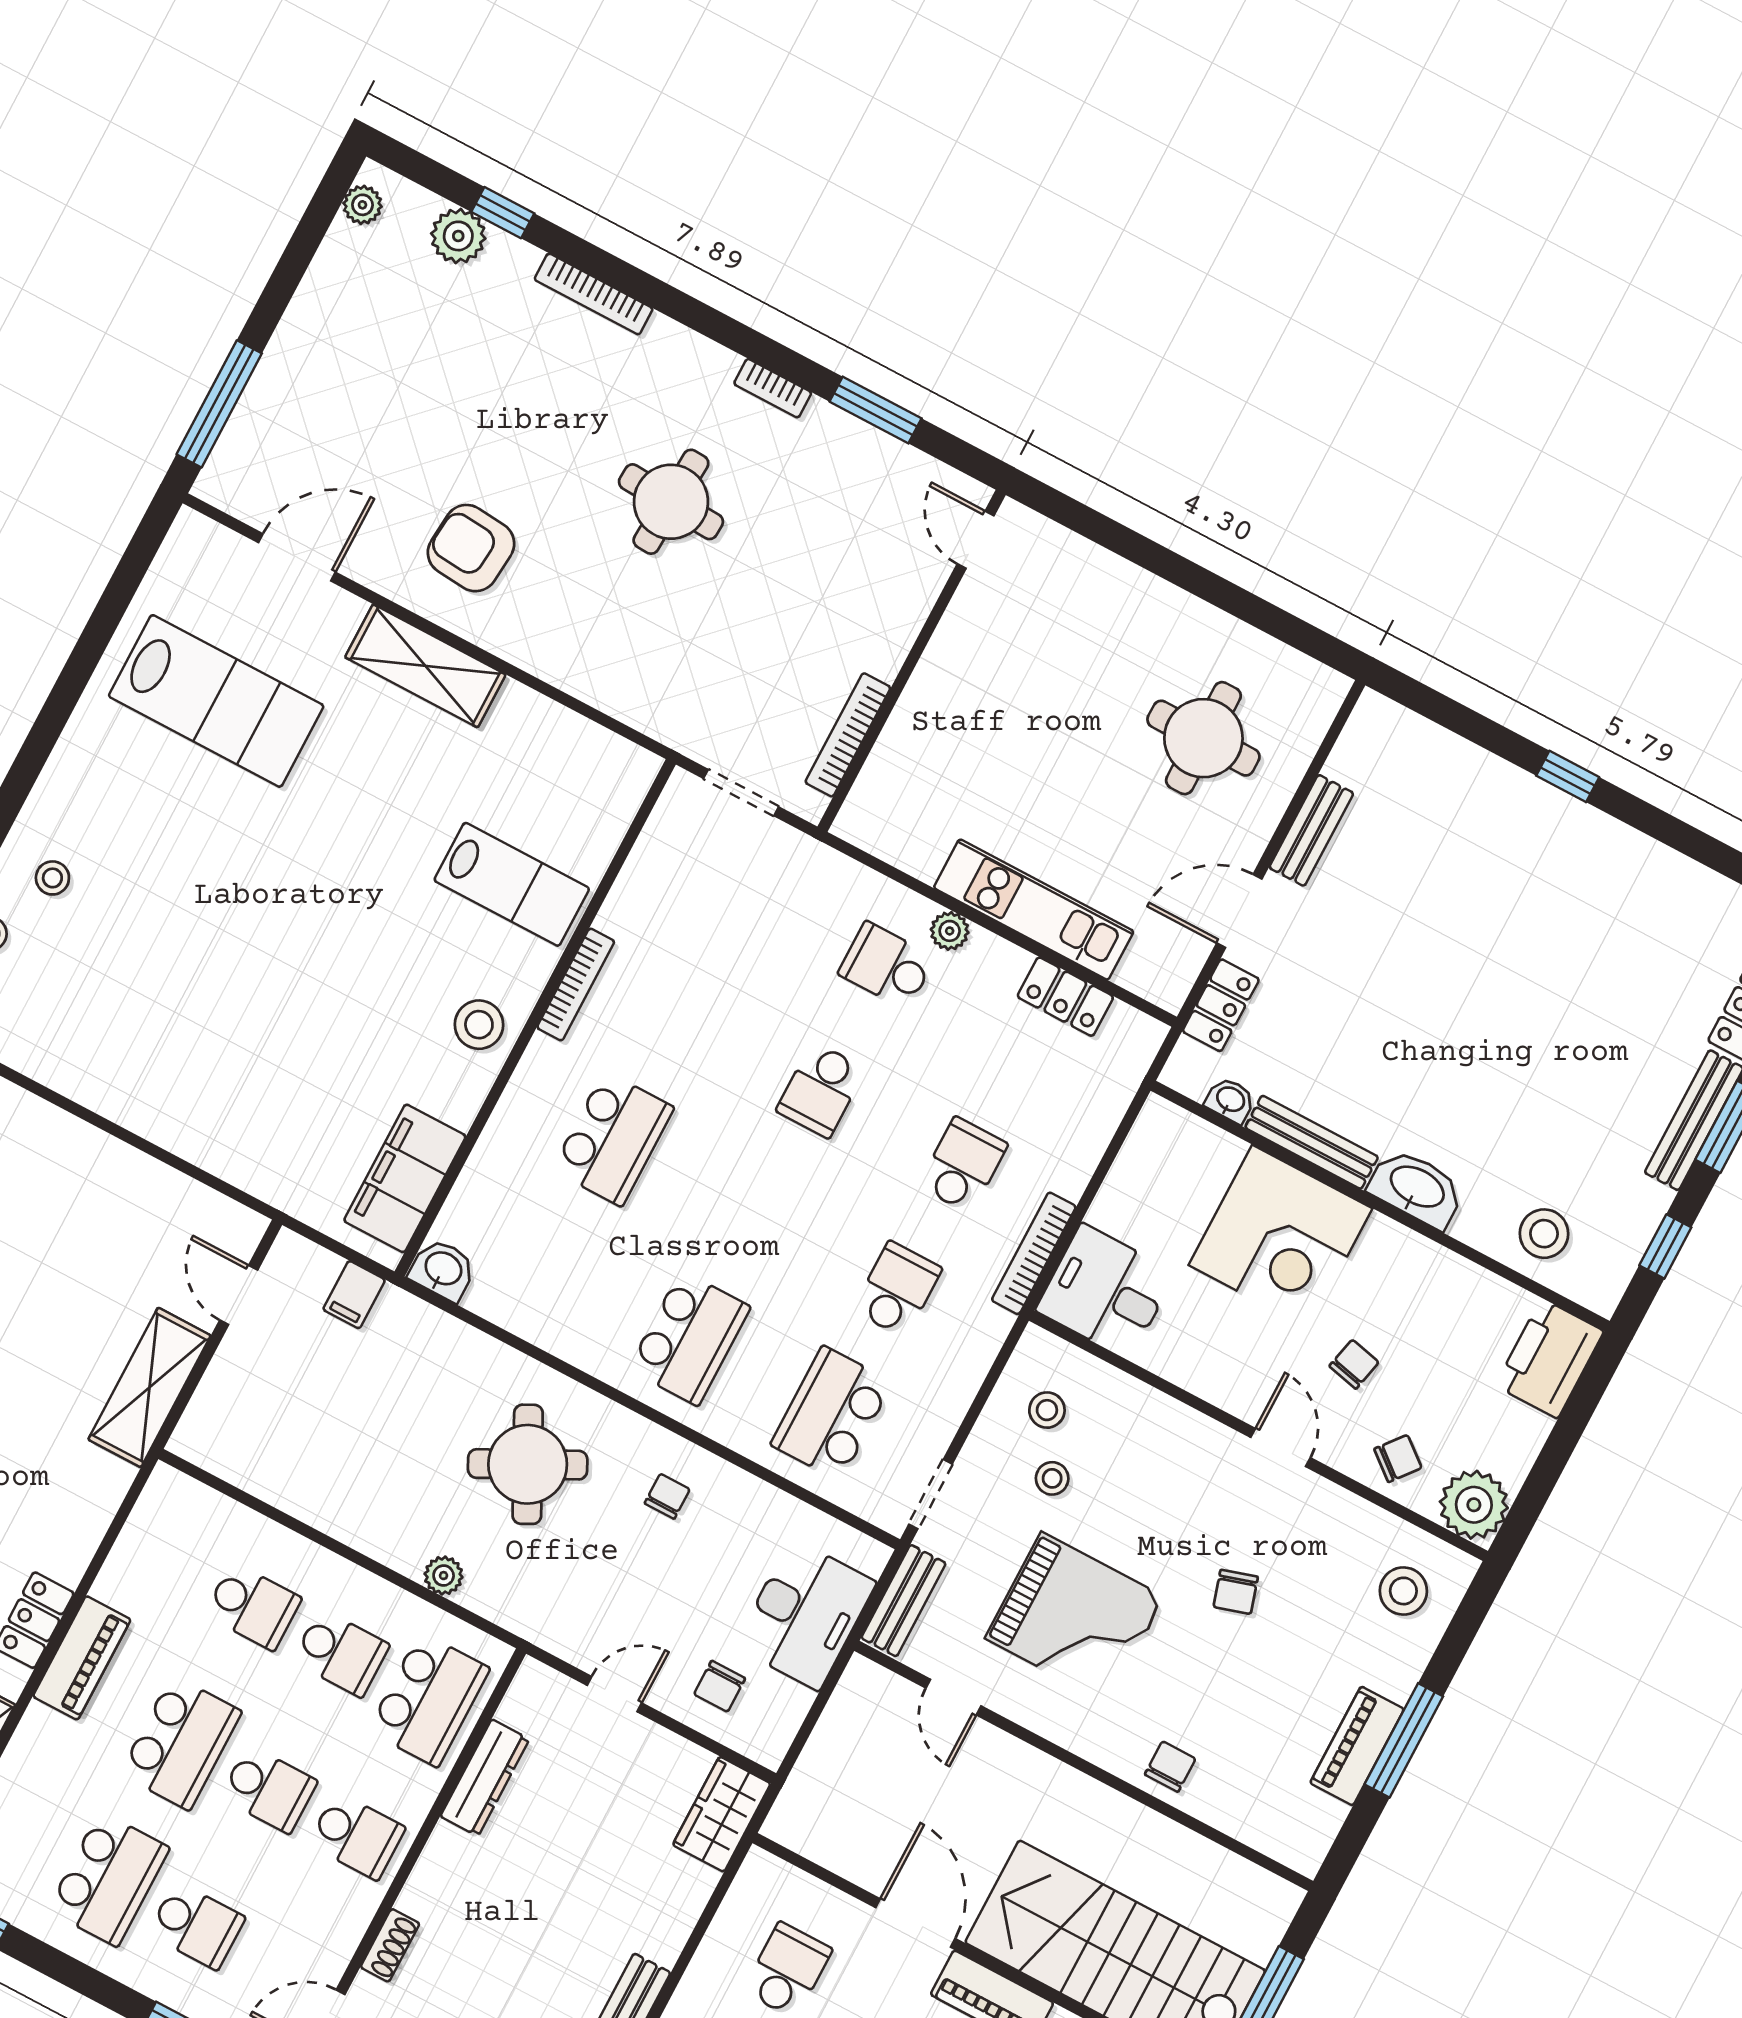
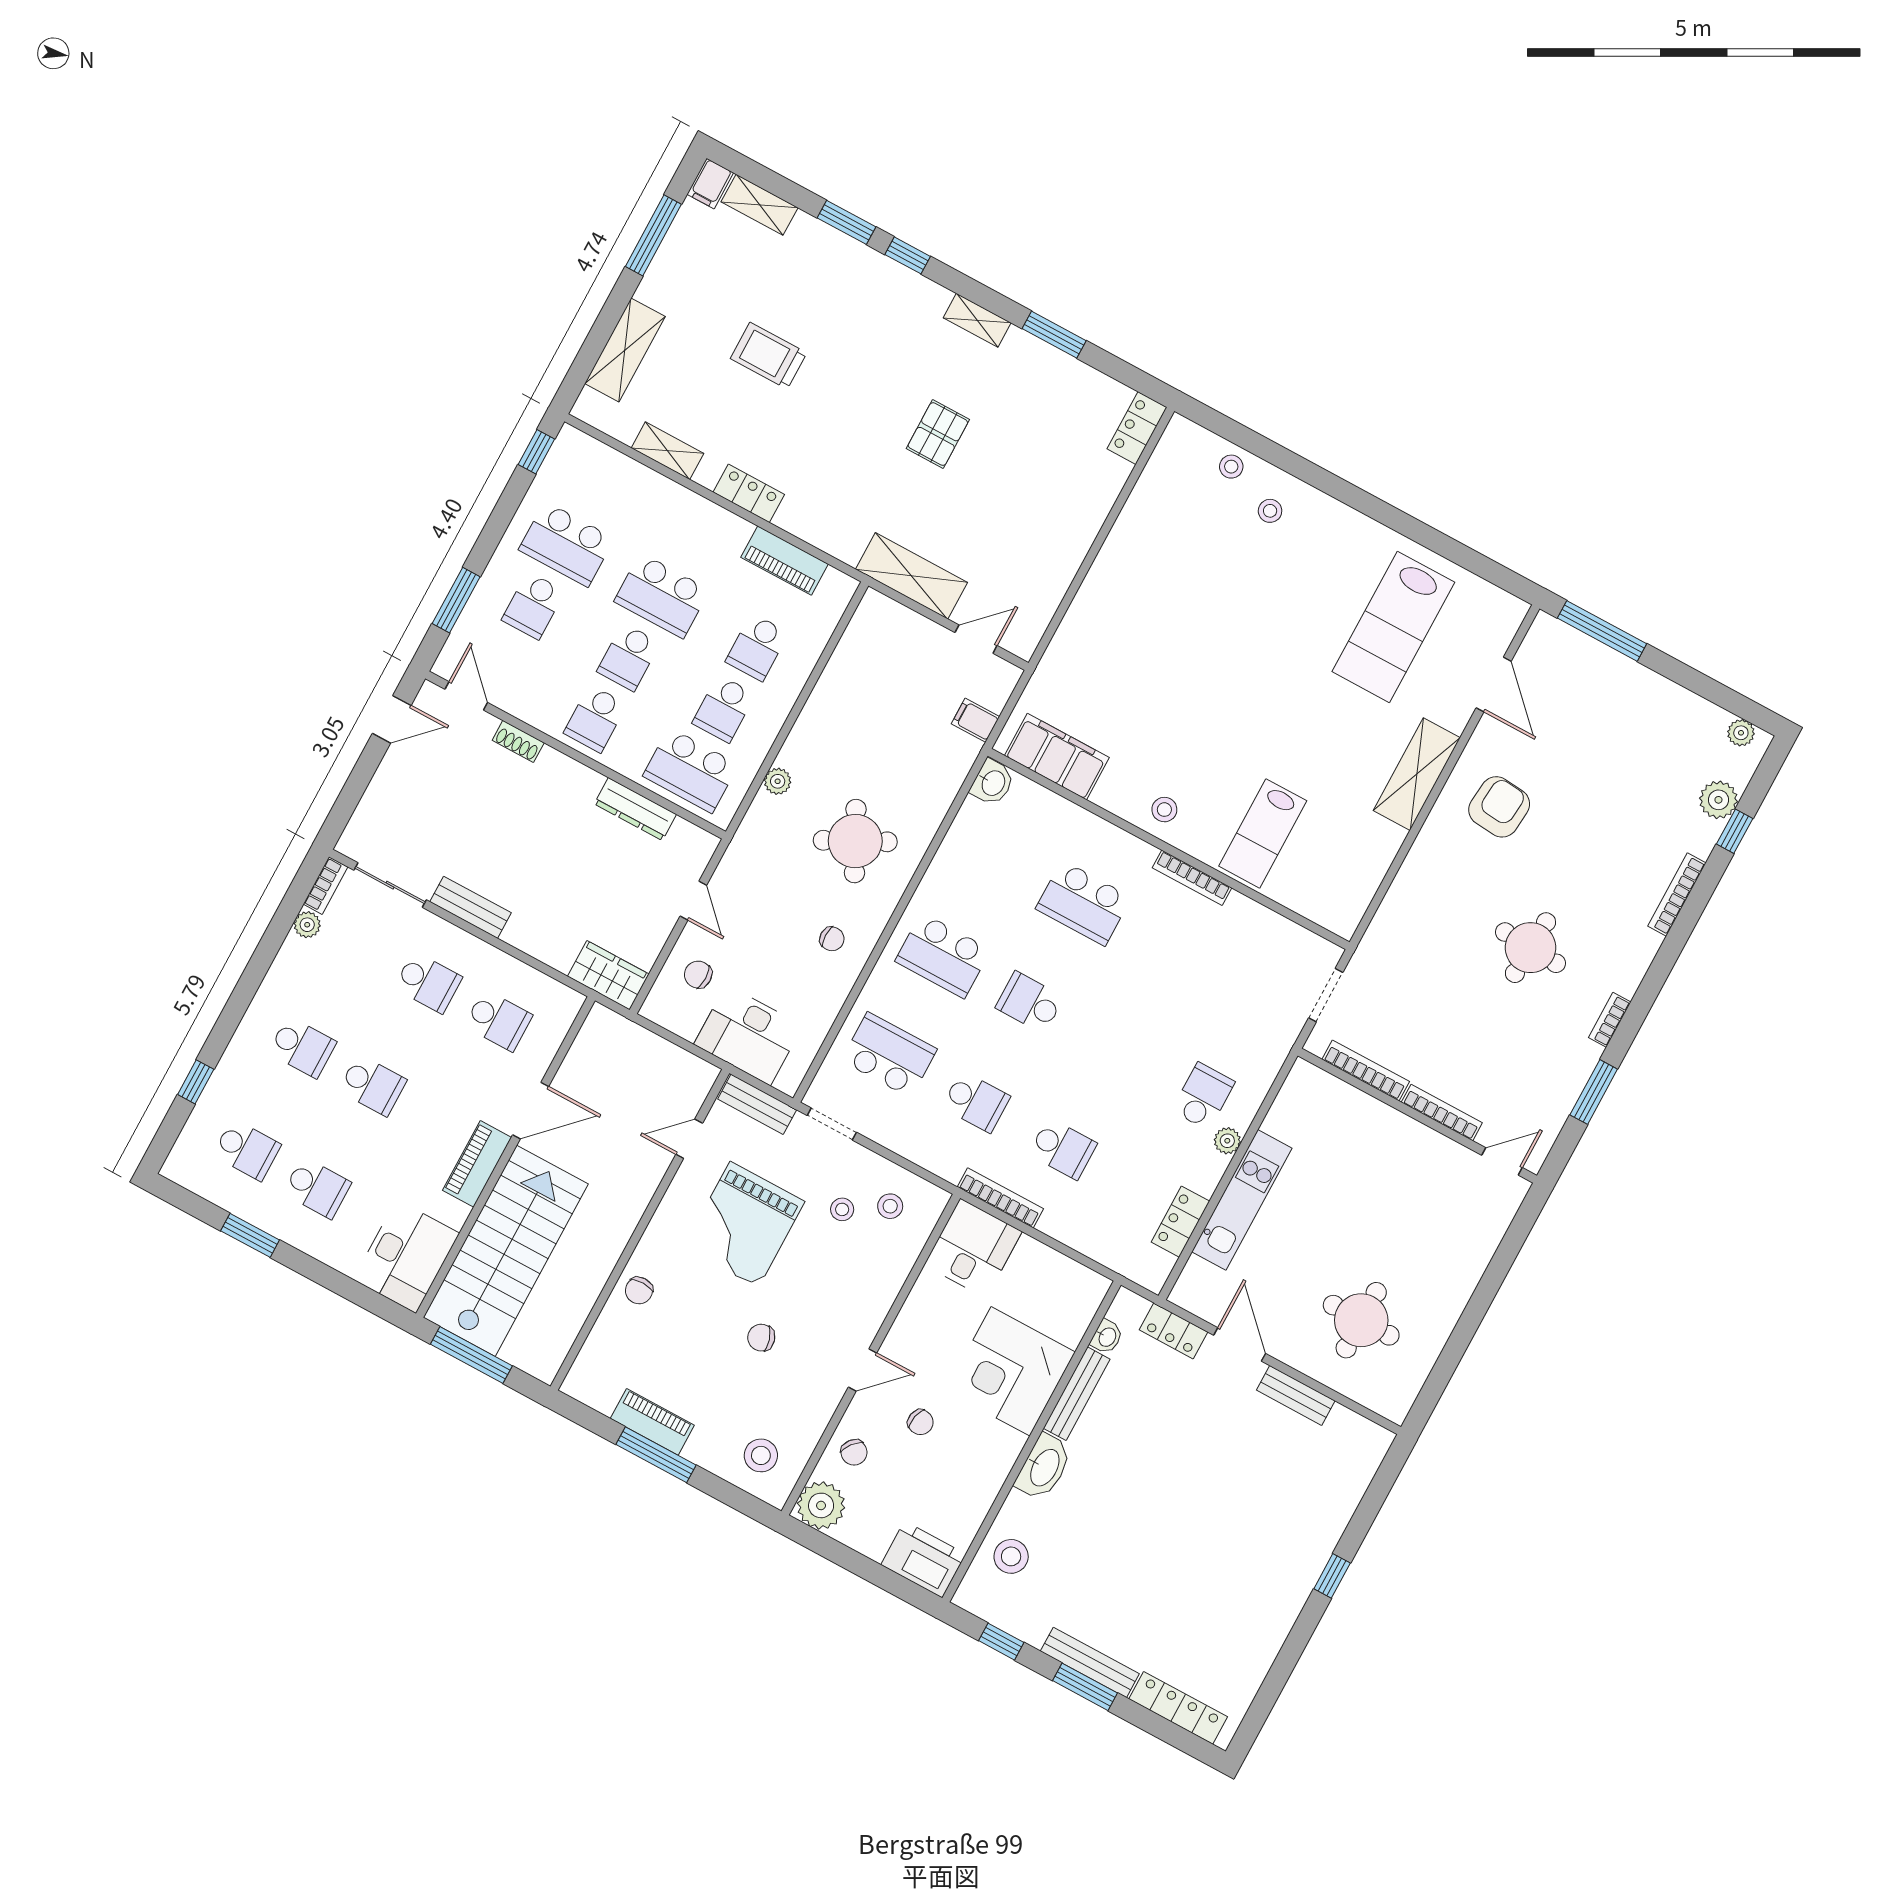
bookcase: (907, 626) -> (1442, 1113), added
stool: (479, 1025) -> (1164, 810), width x0.73, depth x0.73
school desk: (821, 1090) -> (1030, 1002), moved
piano: (82, 1658) -> (785, 561), moved
chair: (1170, 1767) -> (639, 1291), turned 90

